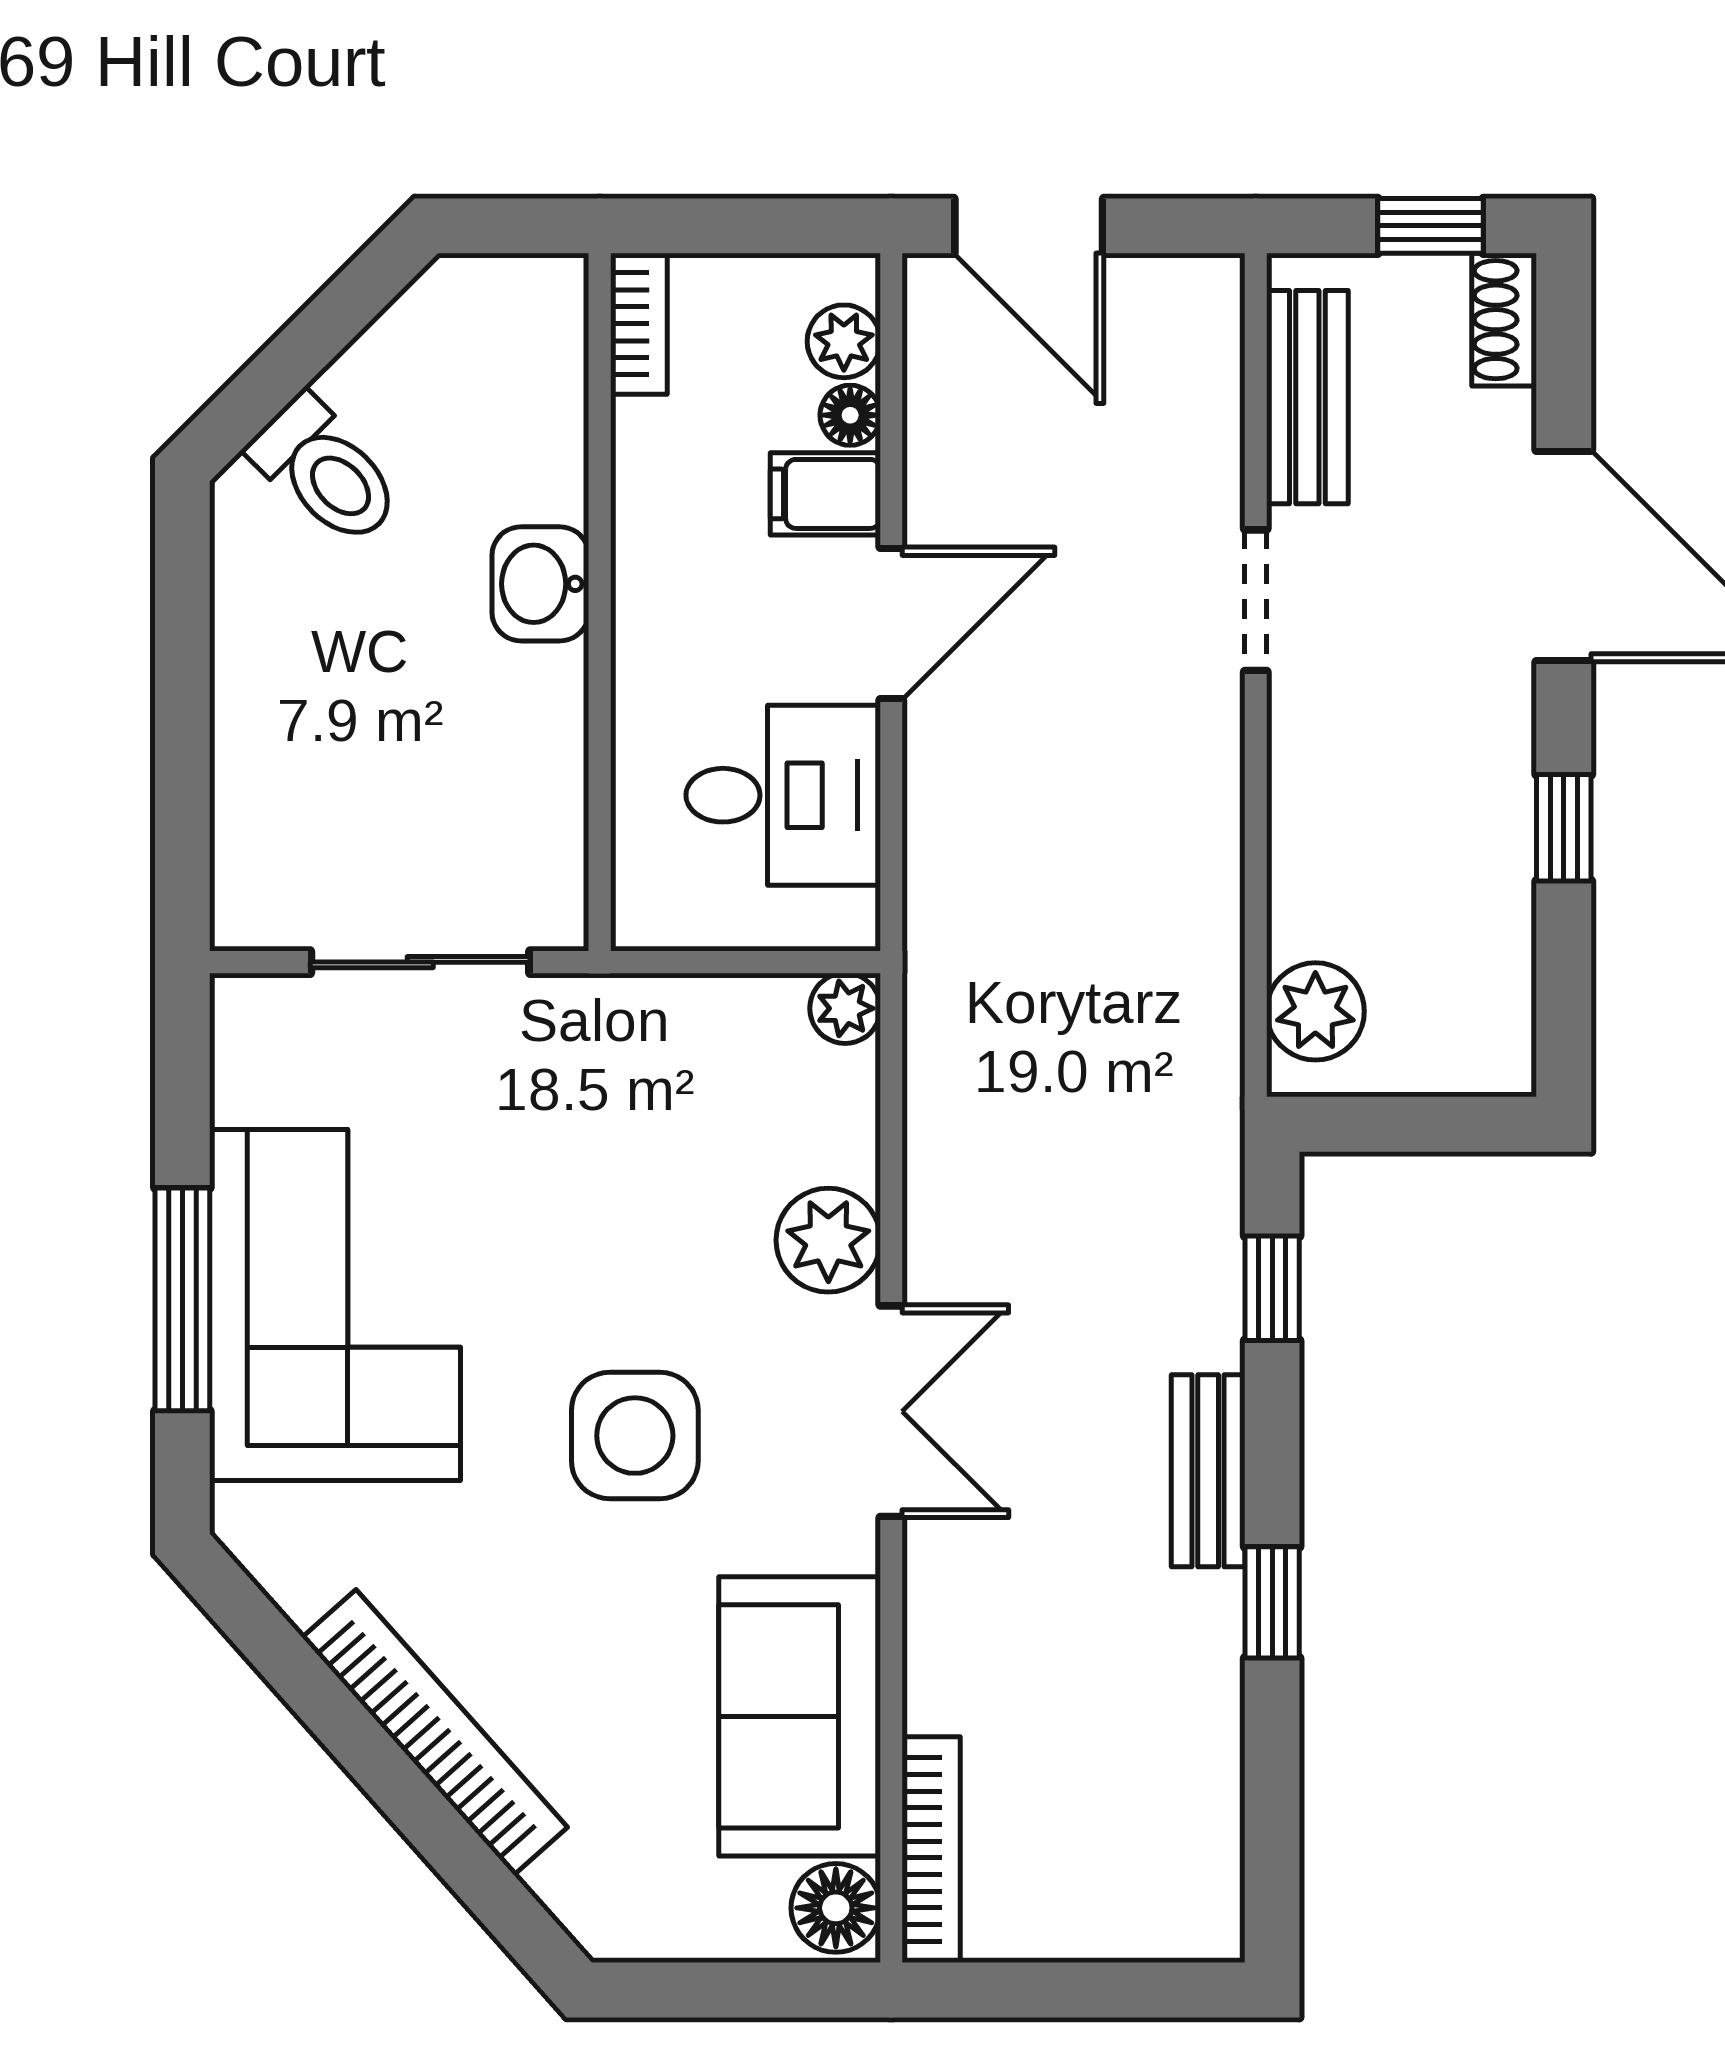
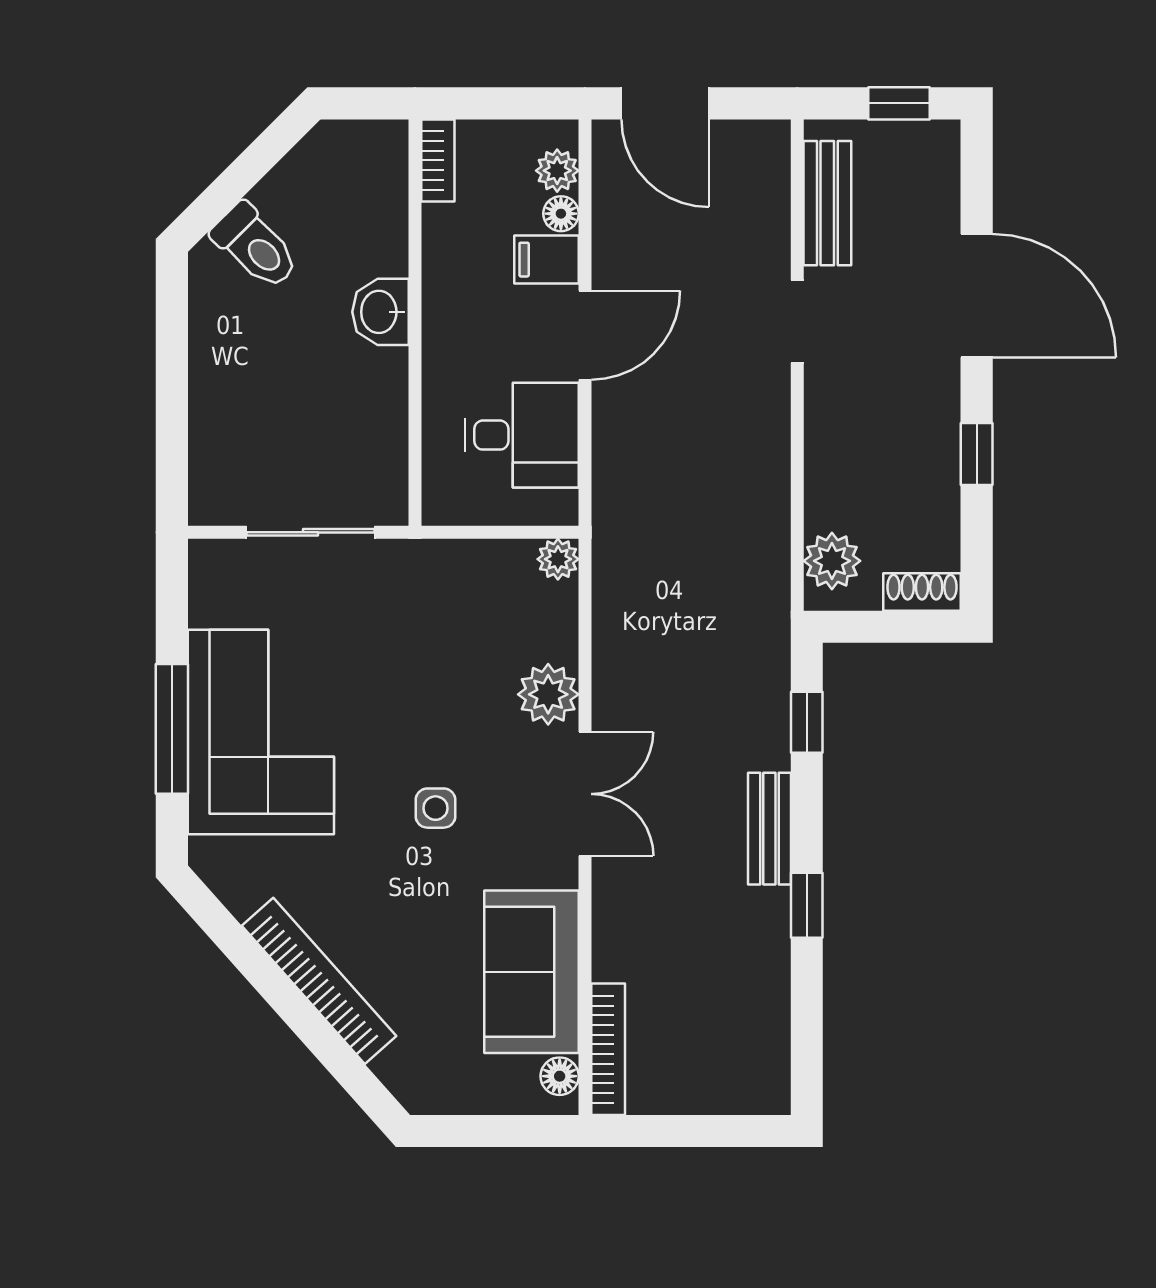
shoe rack: (1504, 320) -> (922, 592), moved, turned 90
side table: (635, 1436) -> (436, 808), width x0.54, depth x0.54
floor lamp: (836, 1908) -> (560, 1076), width x0.73, depth x0.73

